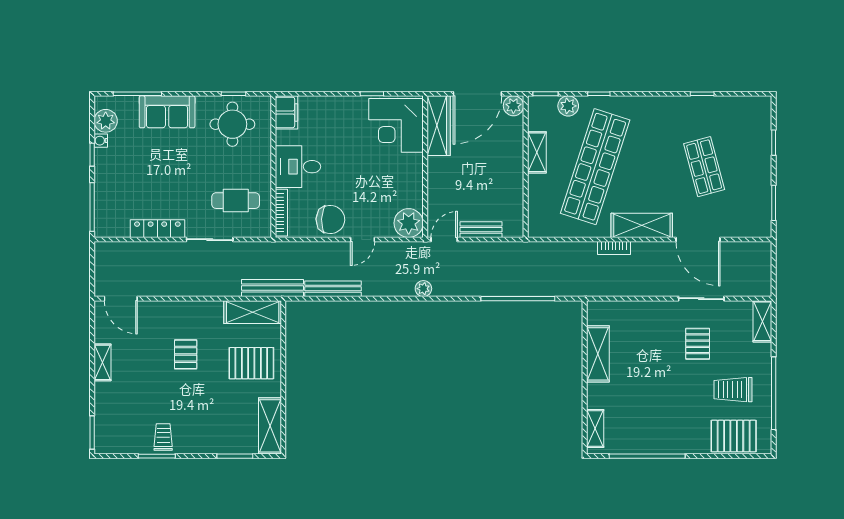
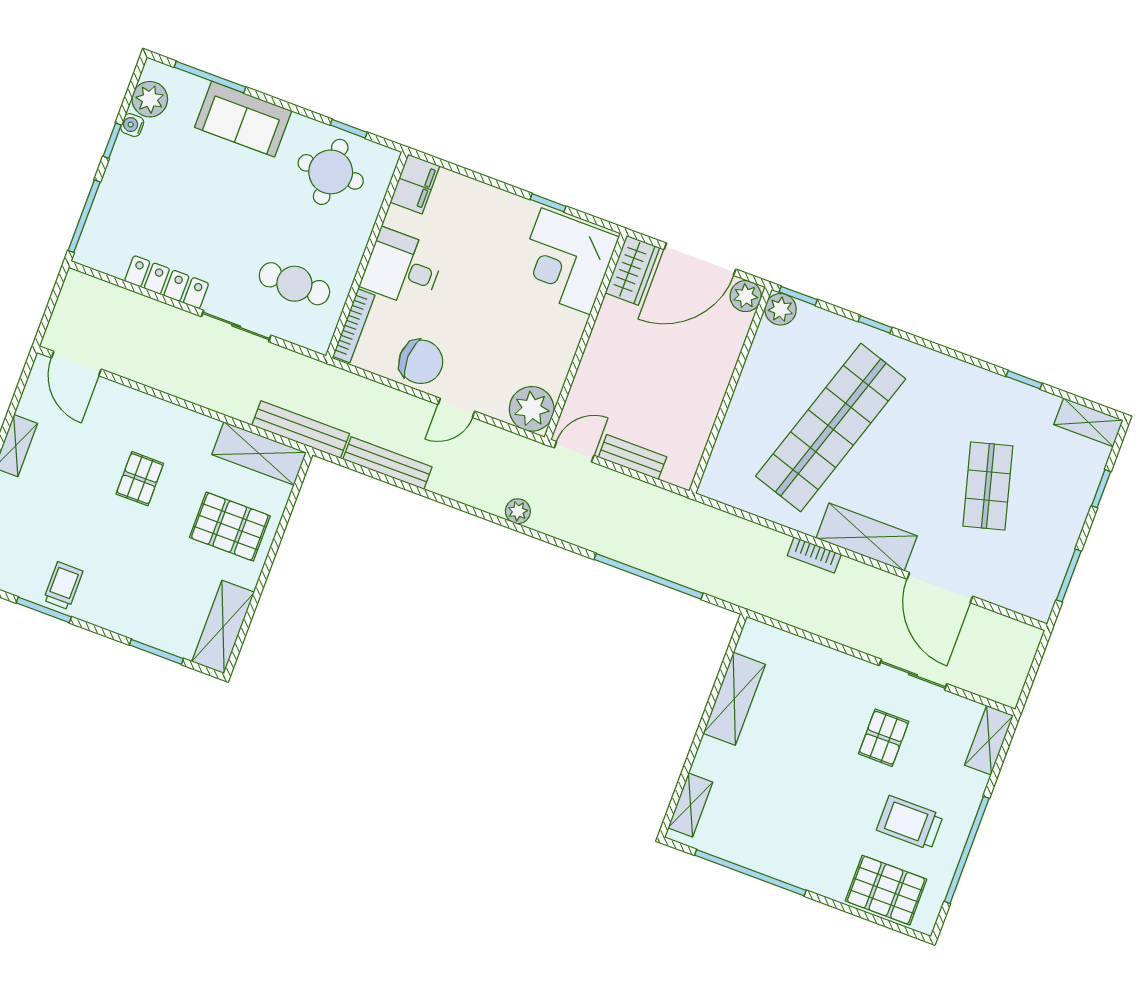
plant: (568, 106) -> (781, 309), moved
wardrobe: (439, 126) -> (632, 270), width x0.67
shelving: (537, 152) -> (1088, 422), moved, turned 90

